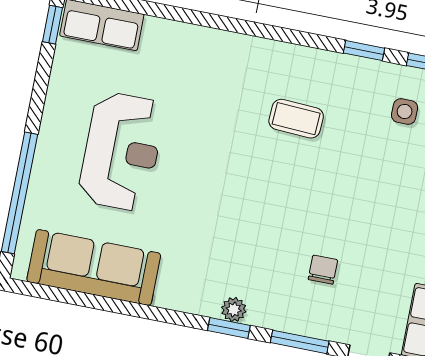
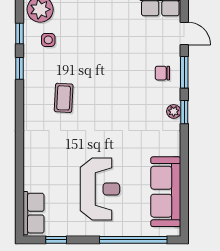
window: (52, 25) -> (56, 240), moved
reception desk: (122, 151) -> (100, 189), turned 90
chair: (323, 270) -> (162, 73), moved

